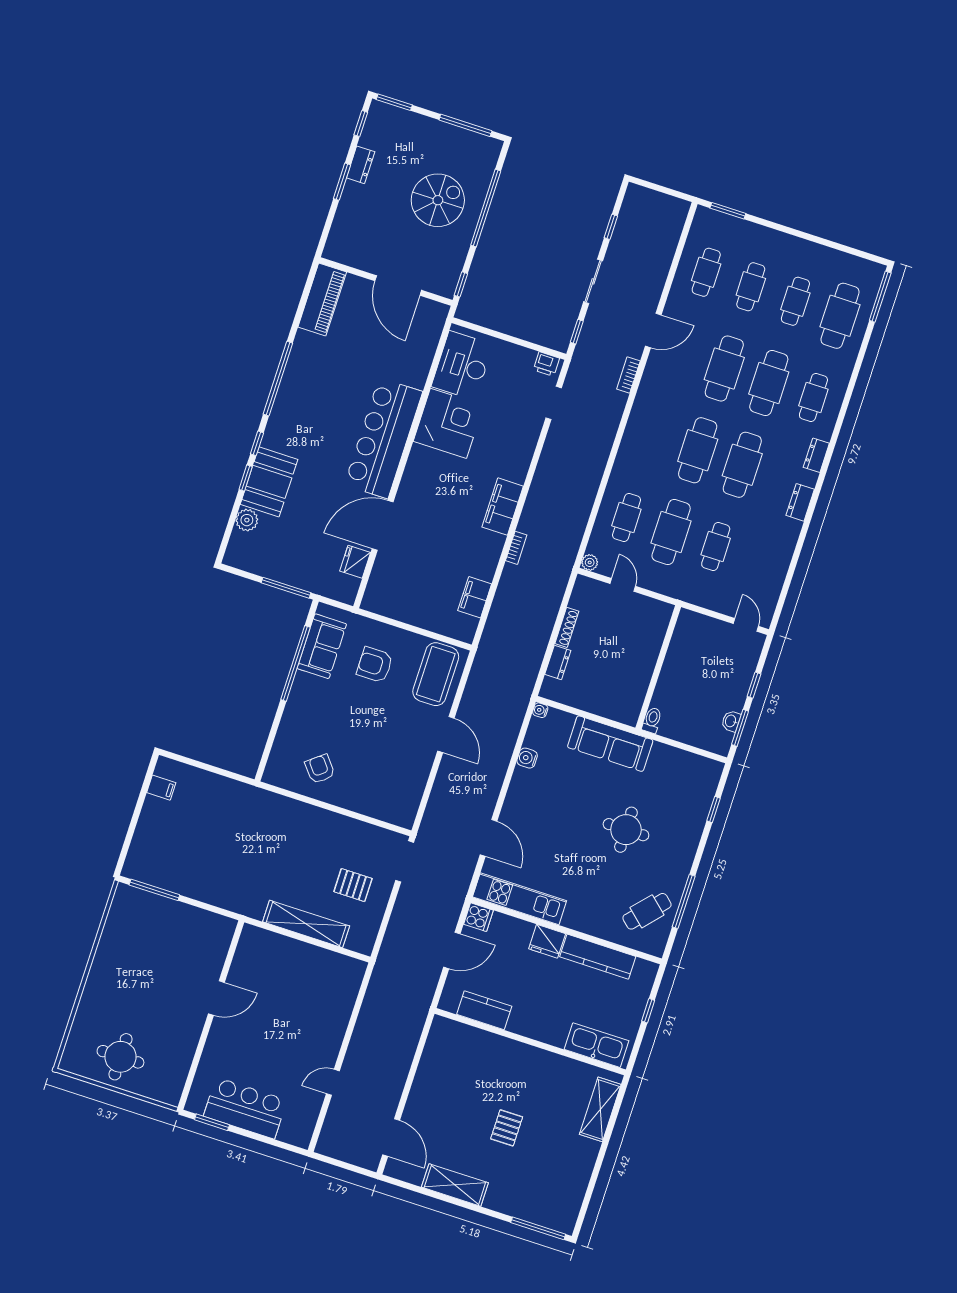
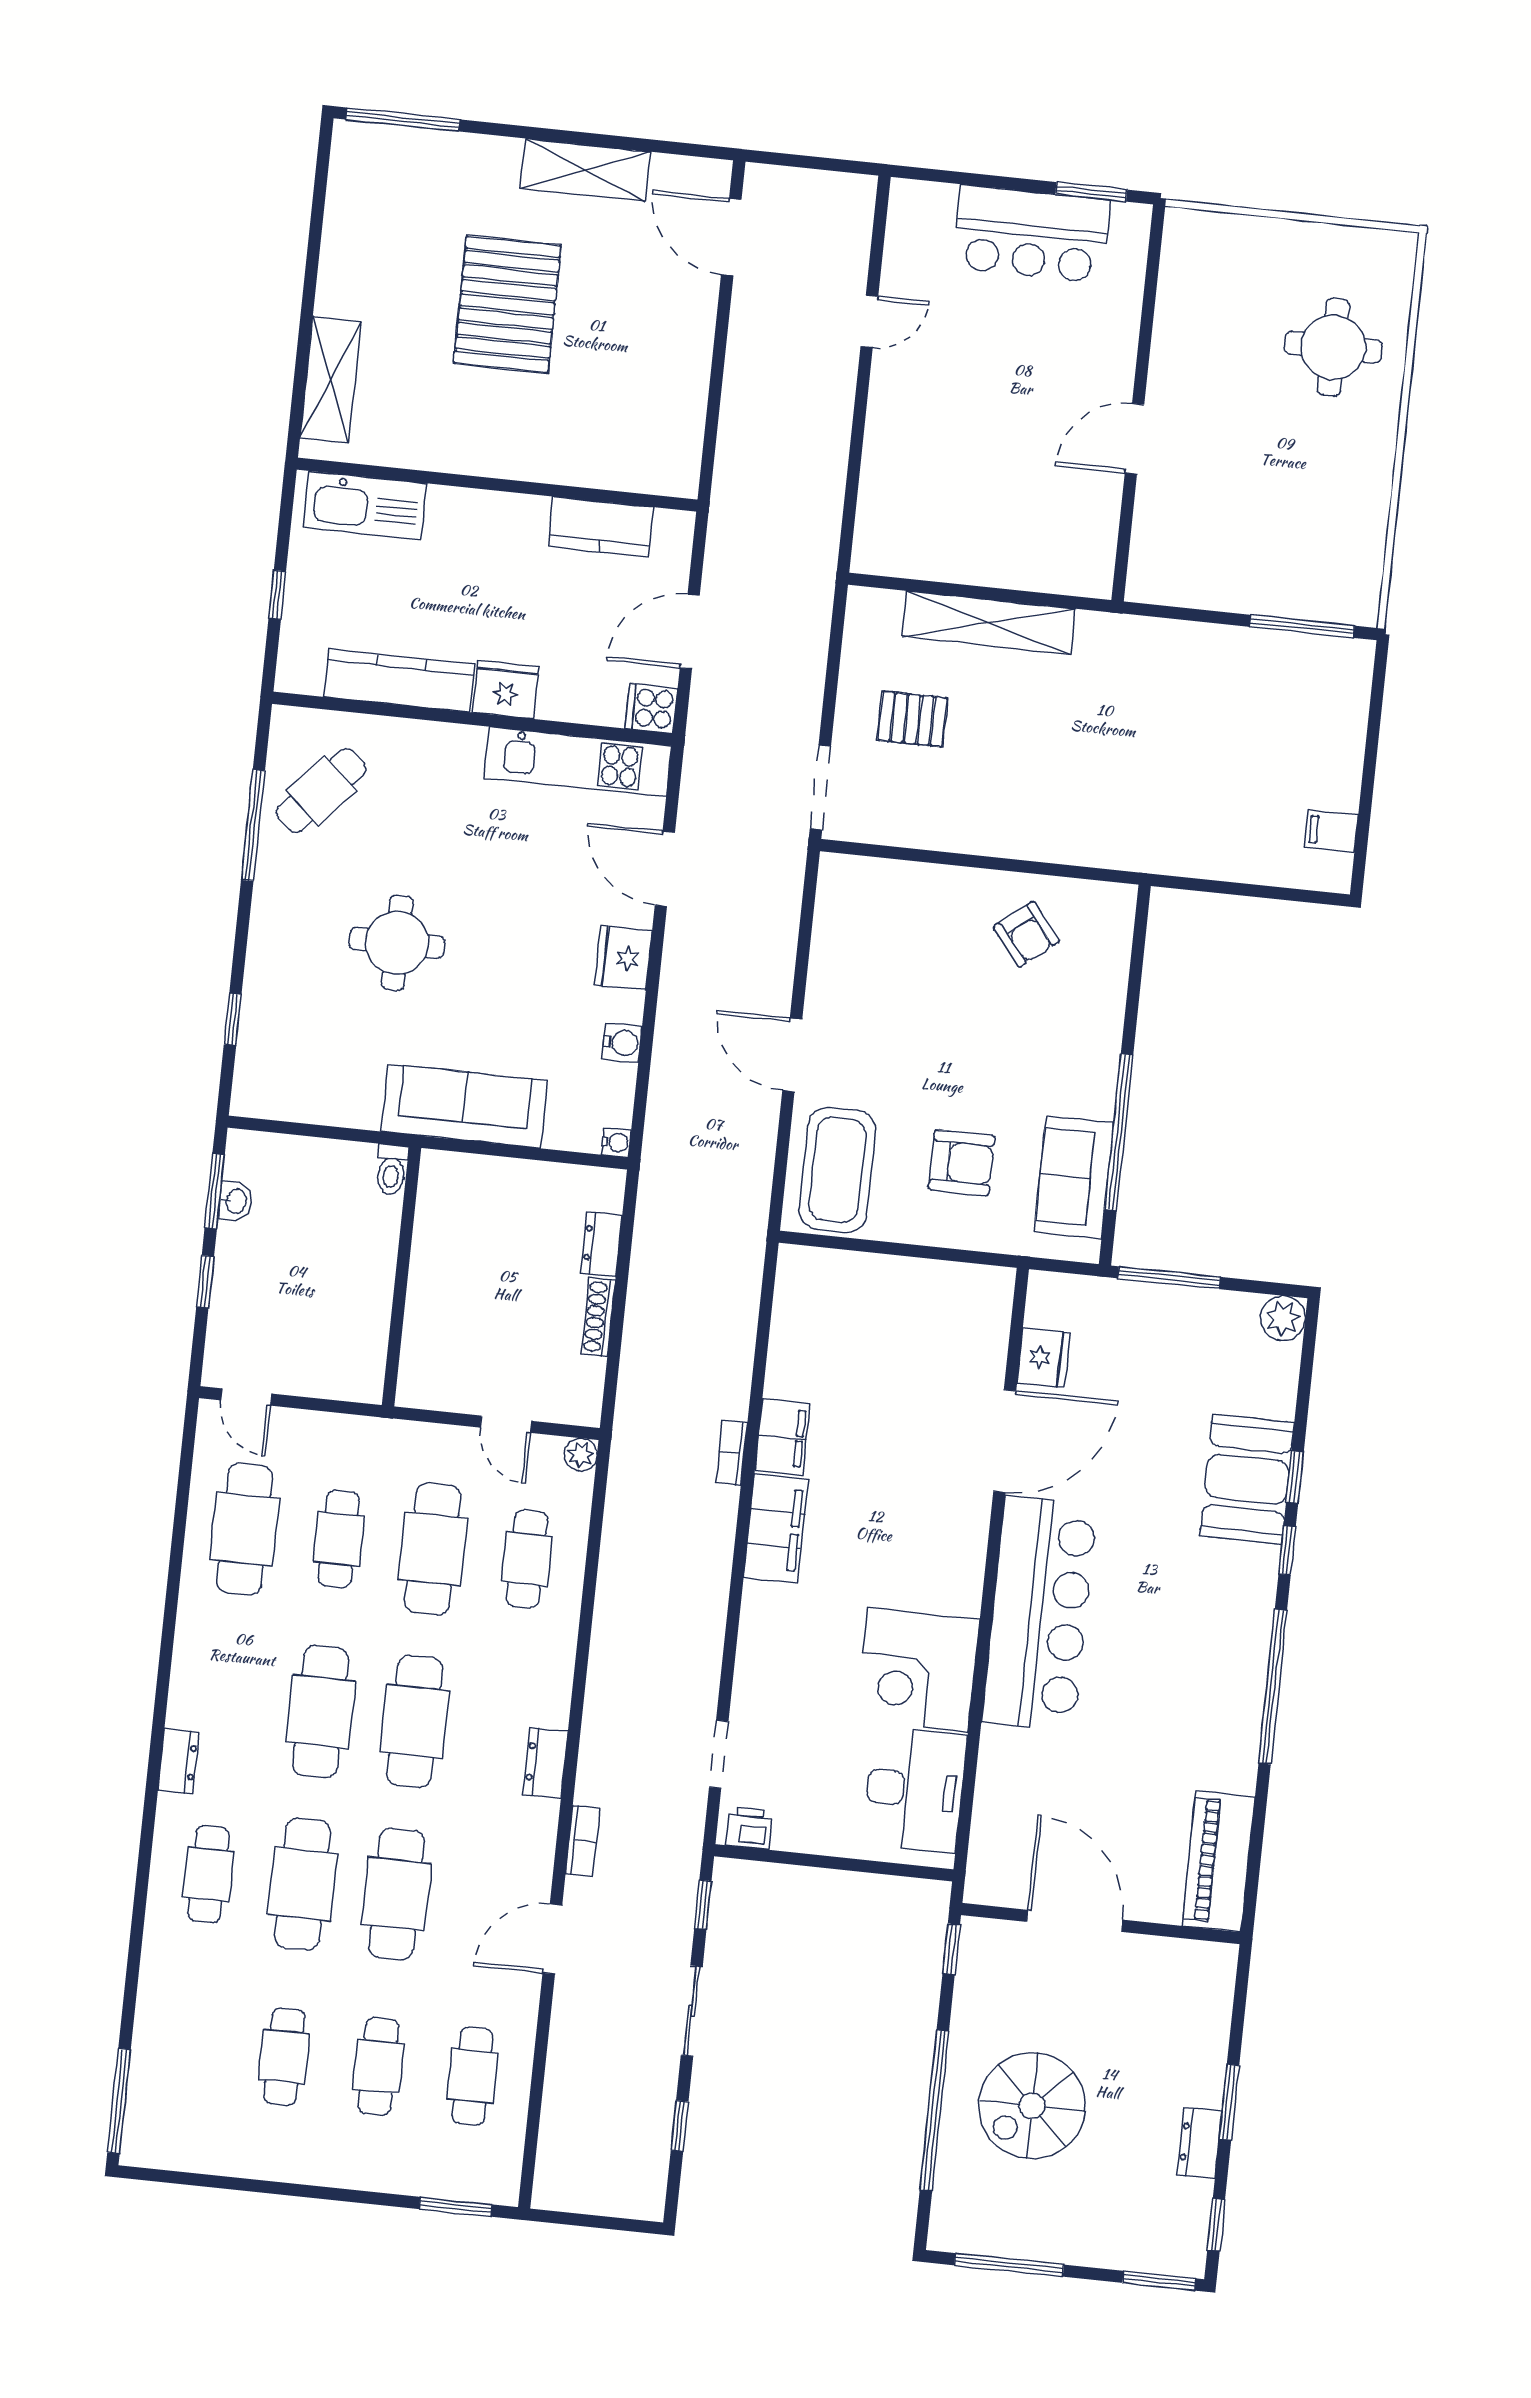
cafe table: (840, 316) -> (245, 1529), moved
dresser: (800, 502) -> (545, 1763), moved, turned 180
plant: (247, 520) -> (1283, 1318), moved
filing cabinet: (475, 597) -> (783, 1437), moved
fridge: (518, 799) -> (623, 958), added
round table: (120, 1057) -> (1333, 347), moved
pallet: (507, 1128) -> (507, 304), width x2.05, depth x2.00

